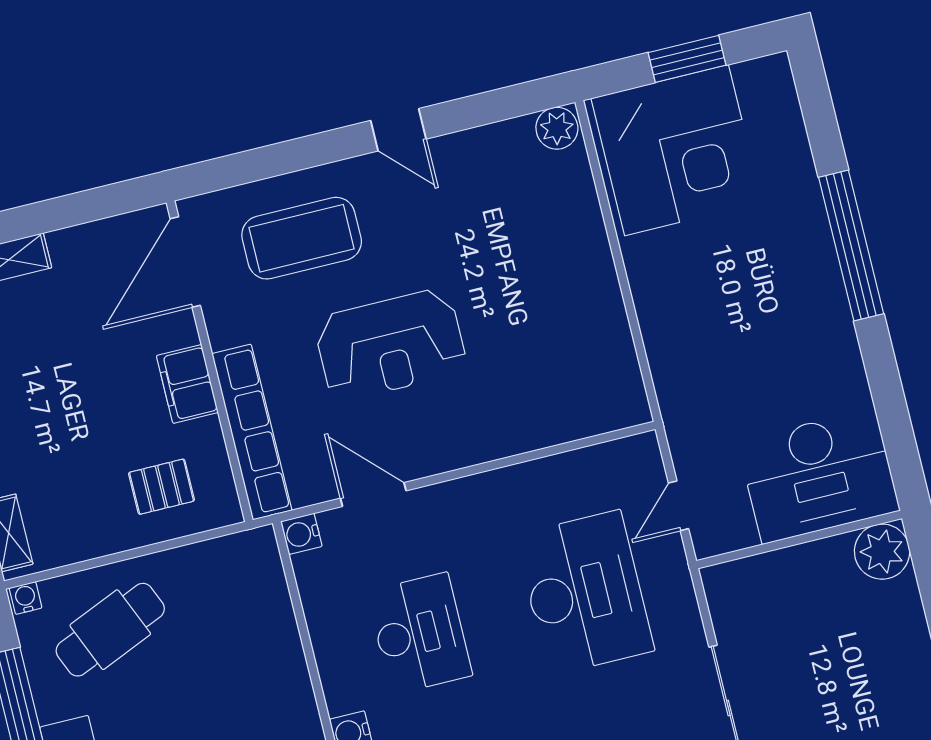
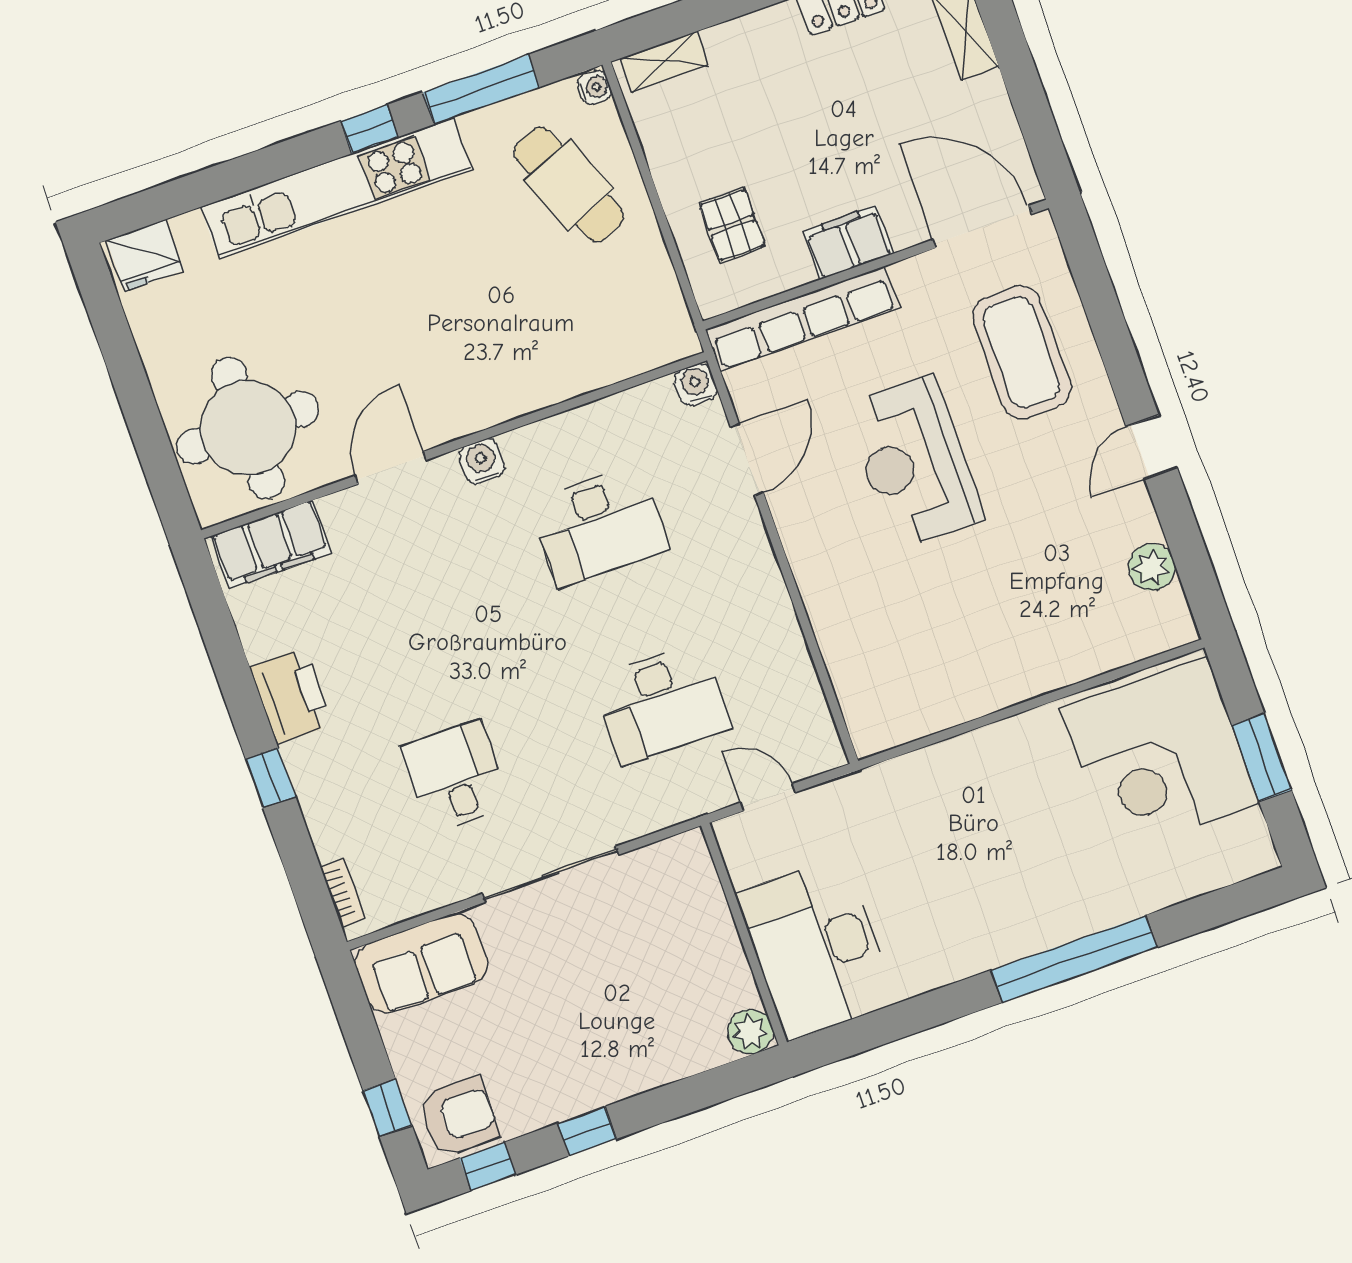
plant: (557, 128) -> (1152, 567), moved
plant: (882, 552) -> (750, 1032), width x0.73, depth x0.73
desk: (585, 593) -> (662, 703), width x0.73, depth x0.77

